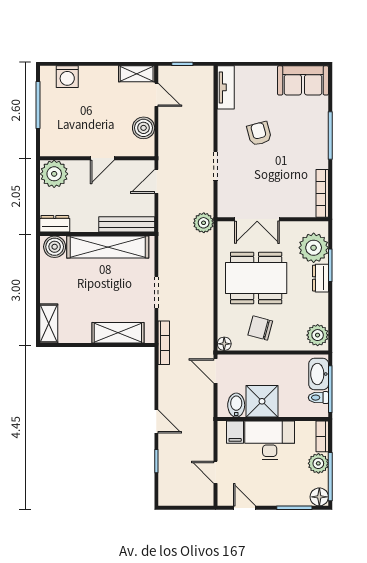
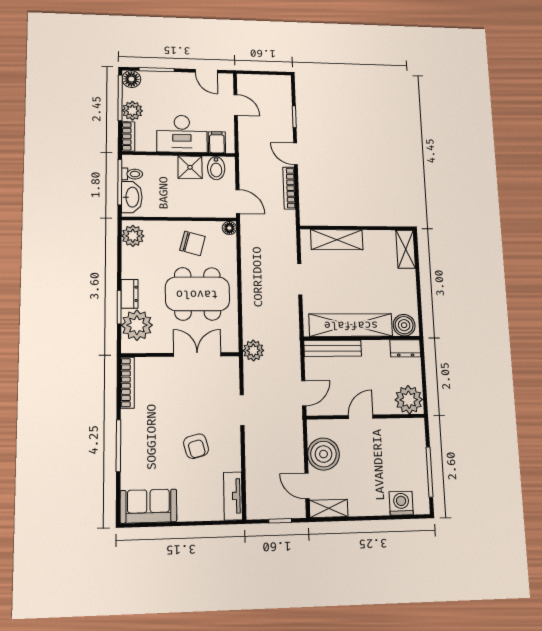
boiler: (144, 128) -> (324, 454), width x1.37, depth x1.37
bookcase: (164, 343) -> (289, 188), moved
shower: (262, 401) -> (190, 167), width x0.73, depth x0.73

